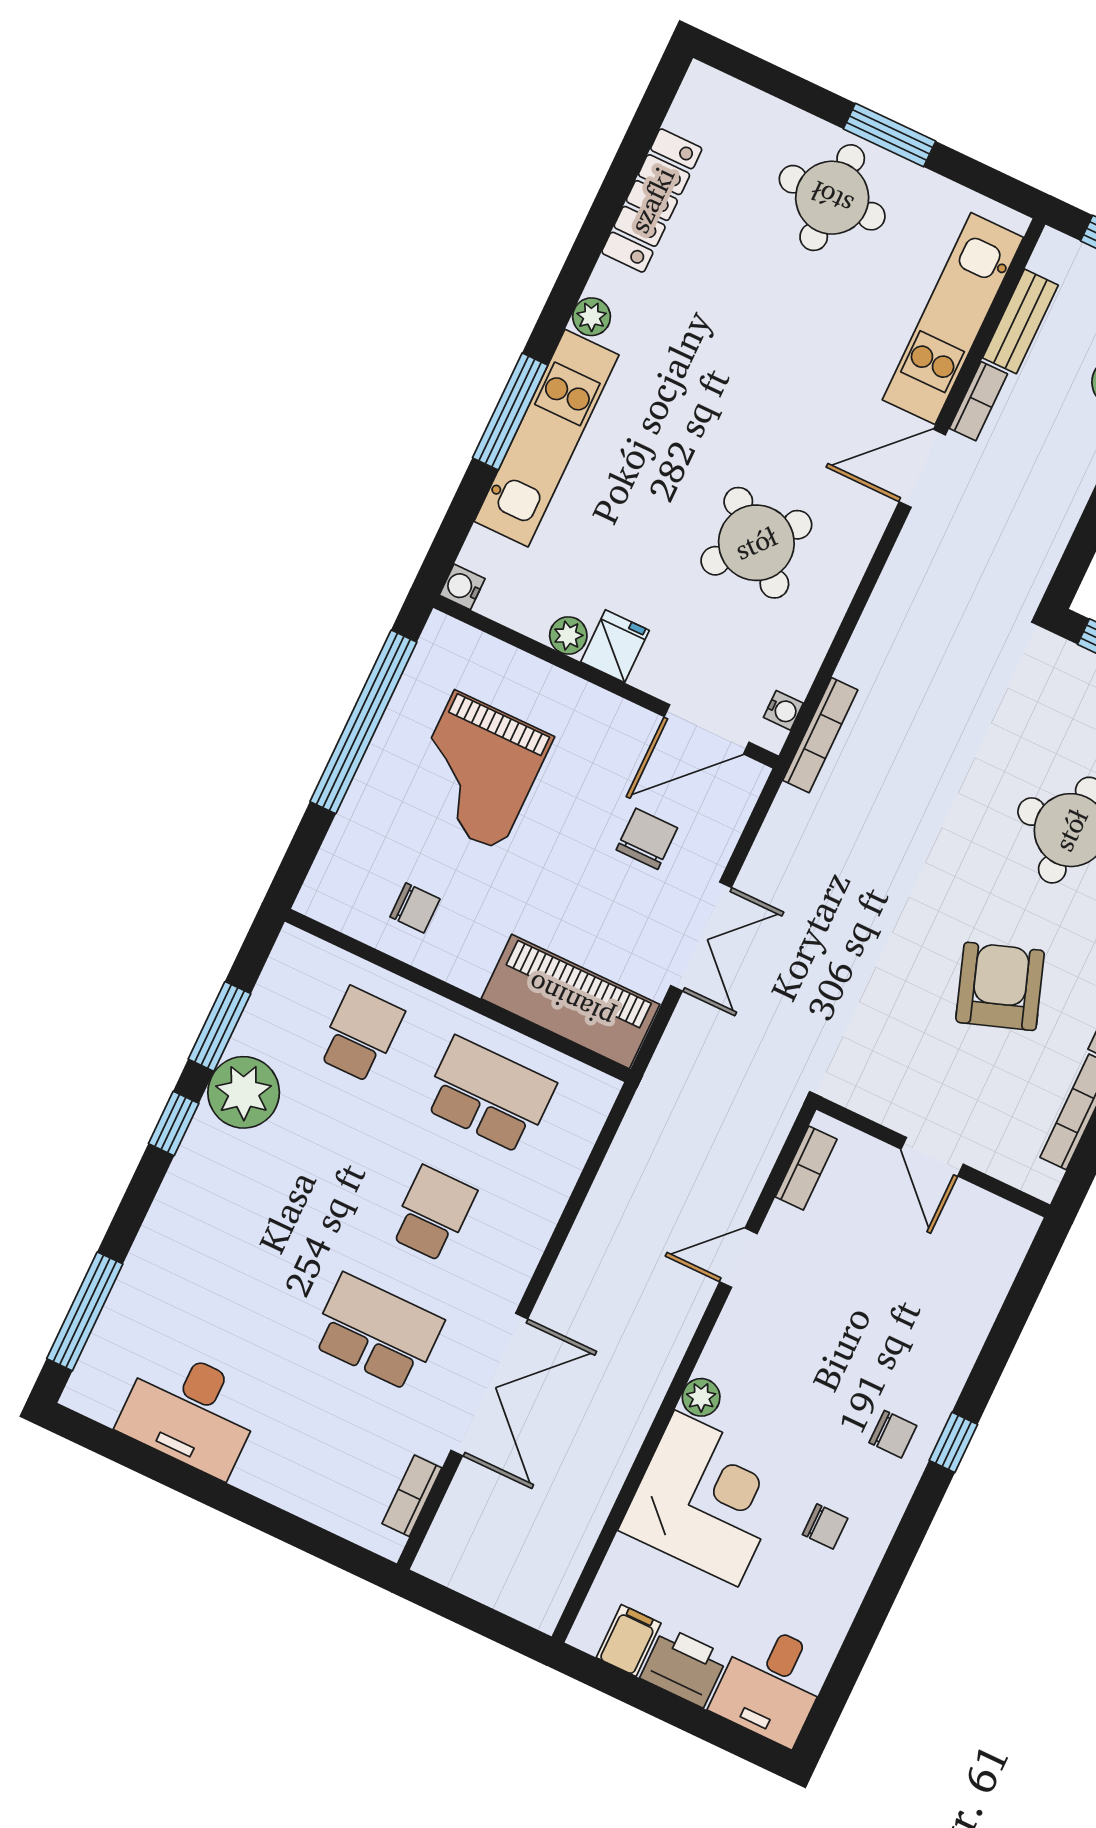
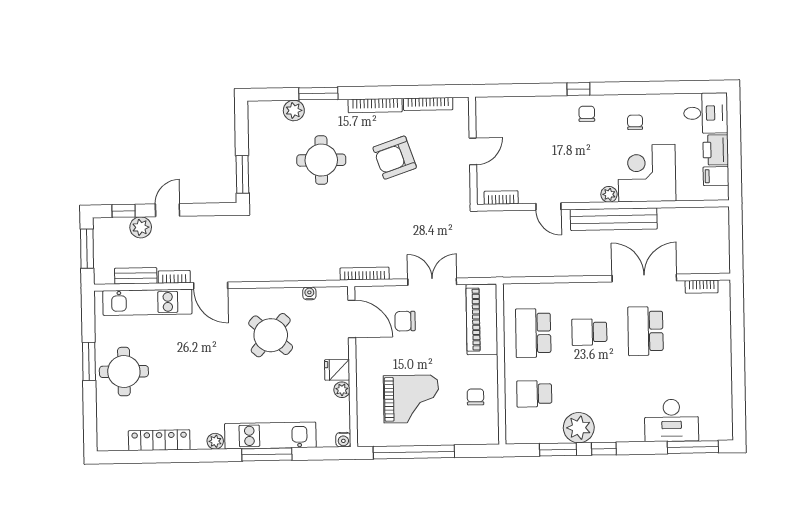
water cooler: (783, 710) -> (309, 293), moved
bookcase: (820, 735) -> (365, 274), moved
bench: (644, 1382) -> (614, 219), added
desk: (191, 1412) -> (672, 420), moved, turned 90

